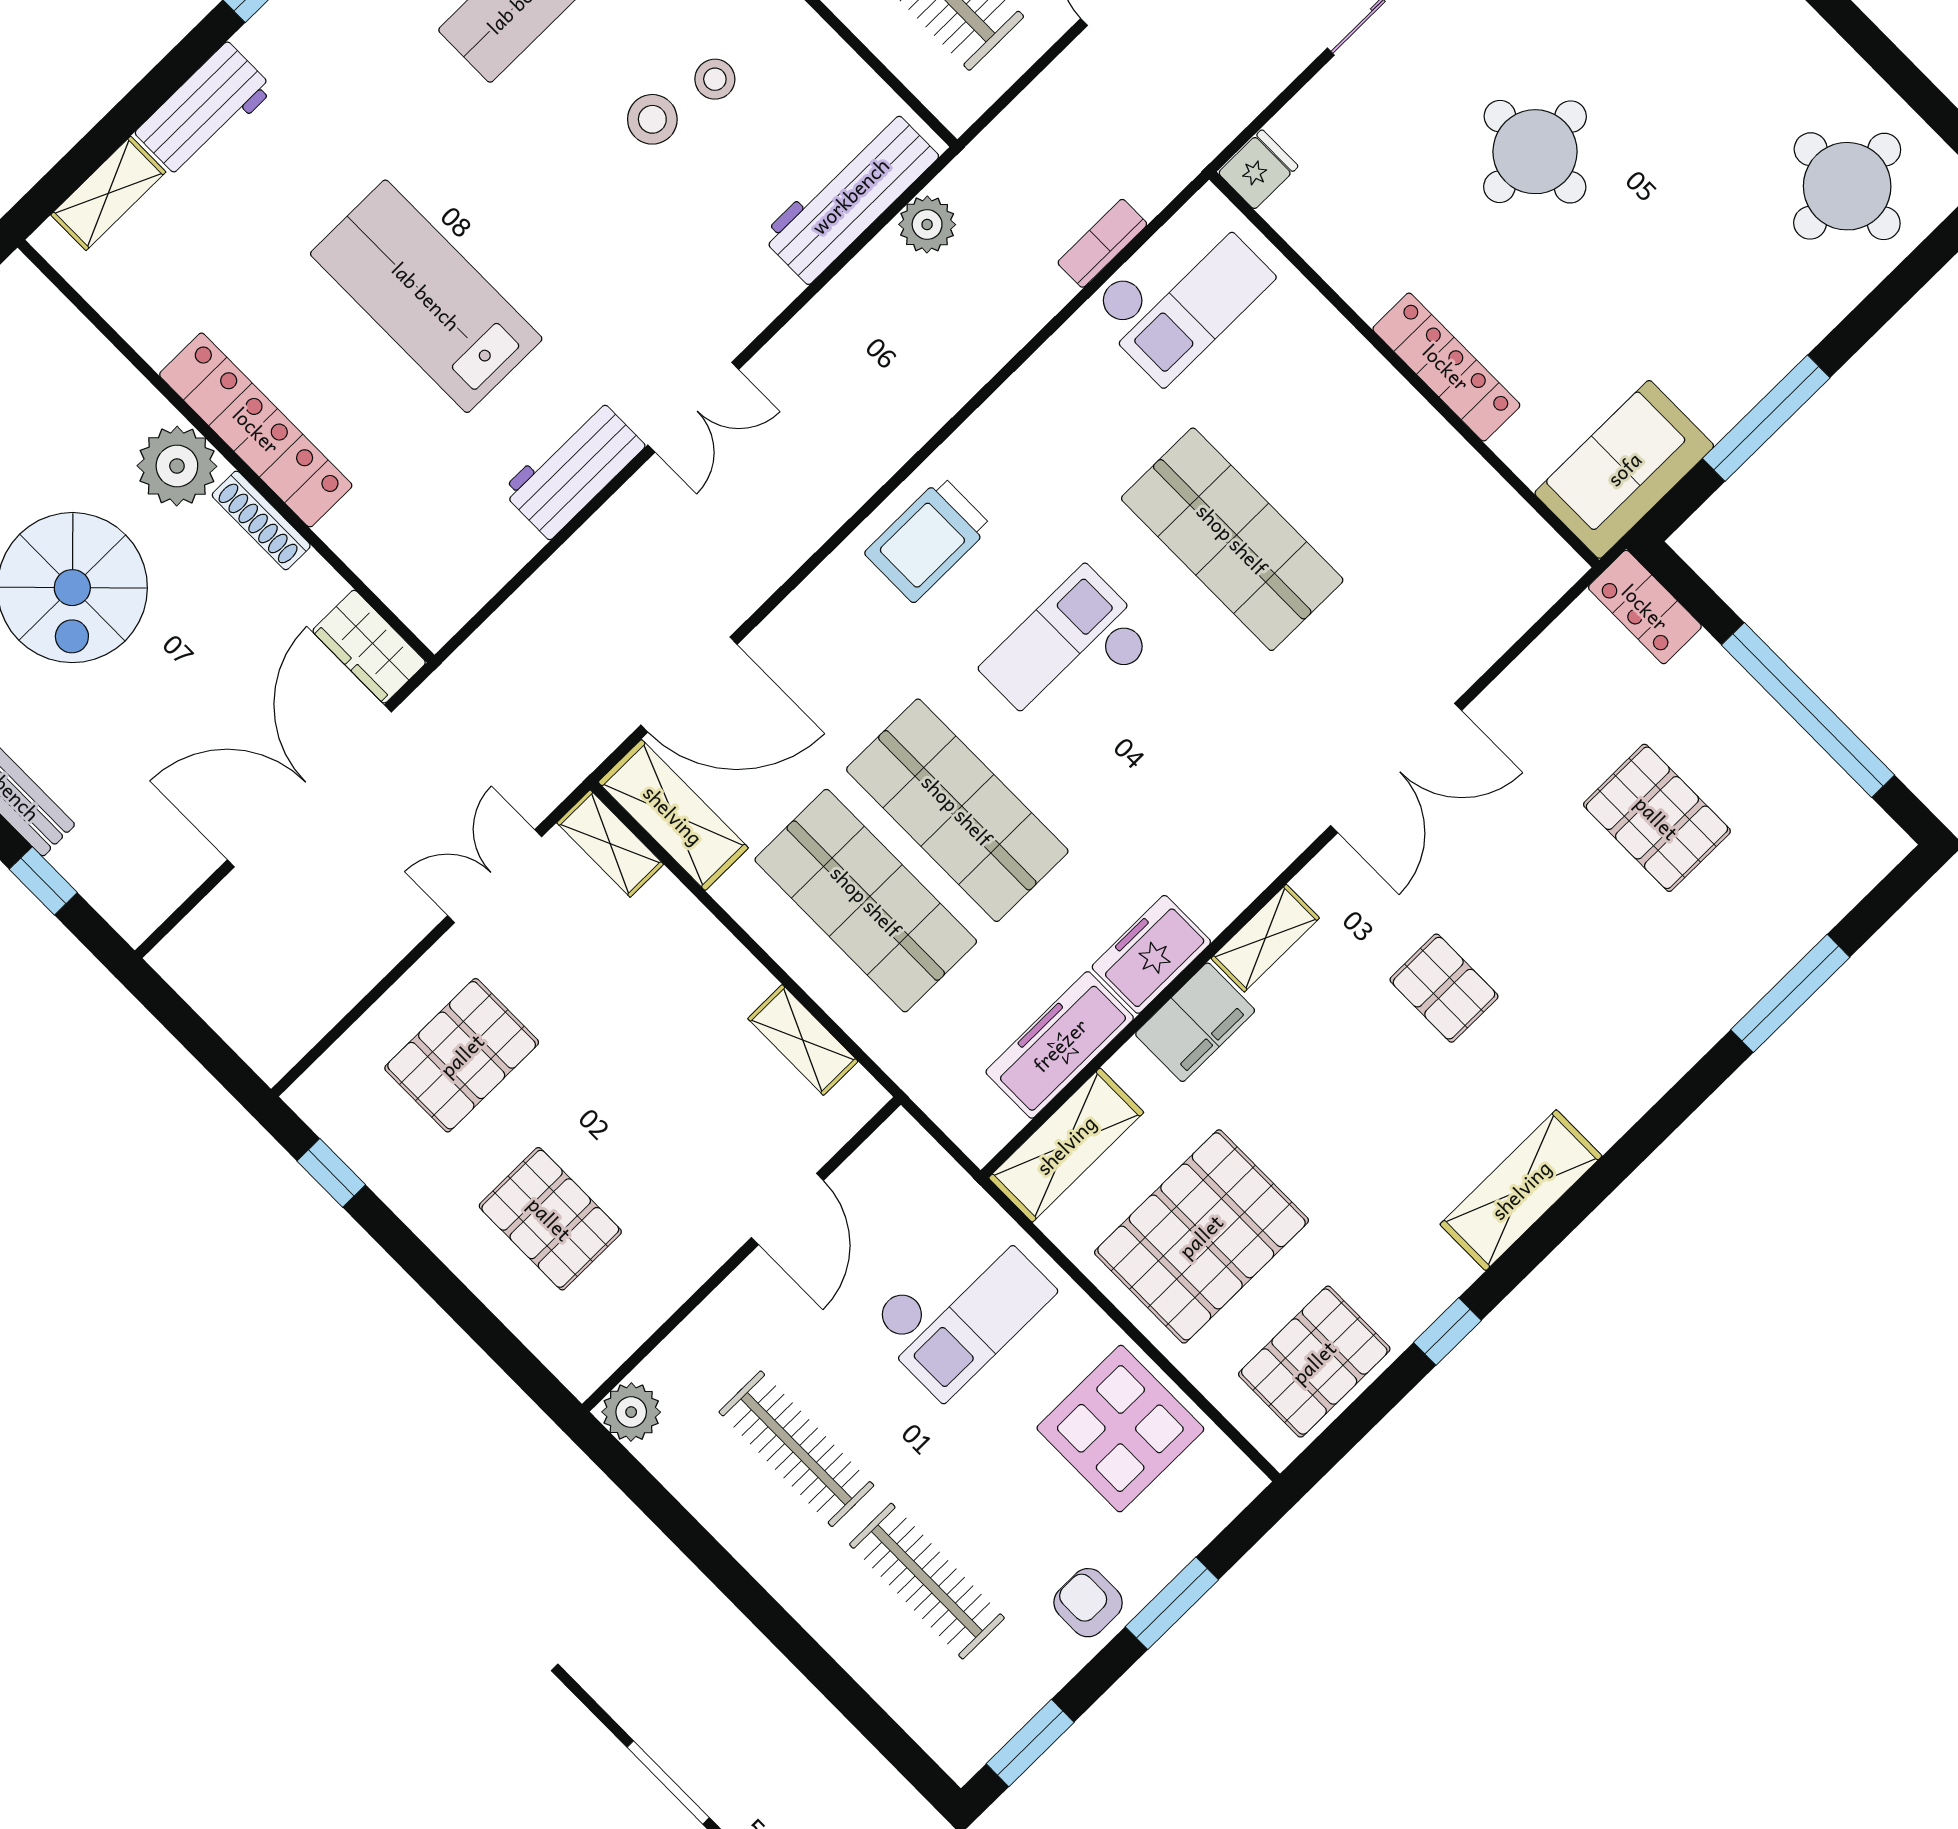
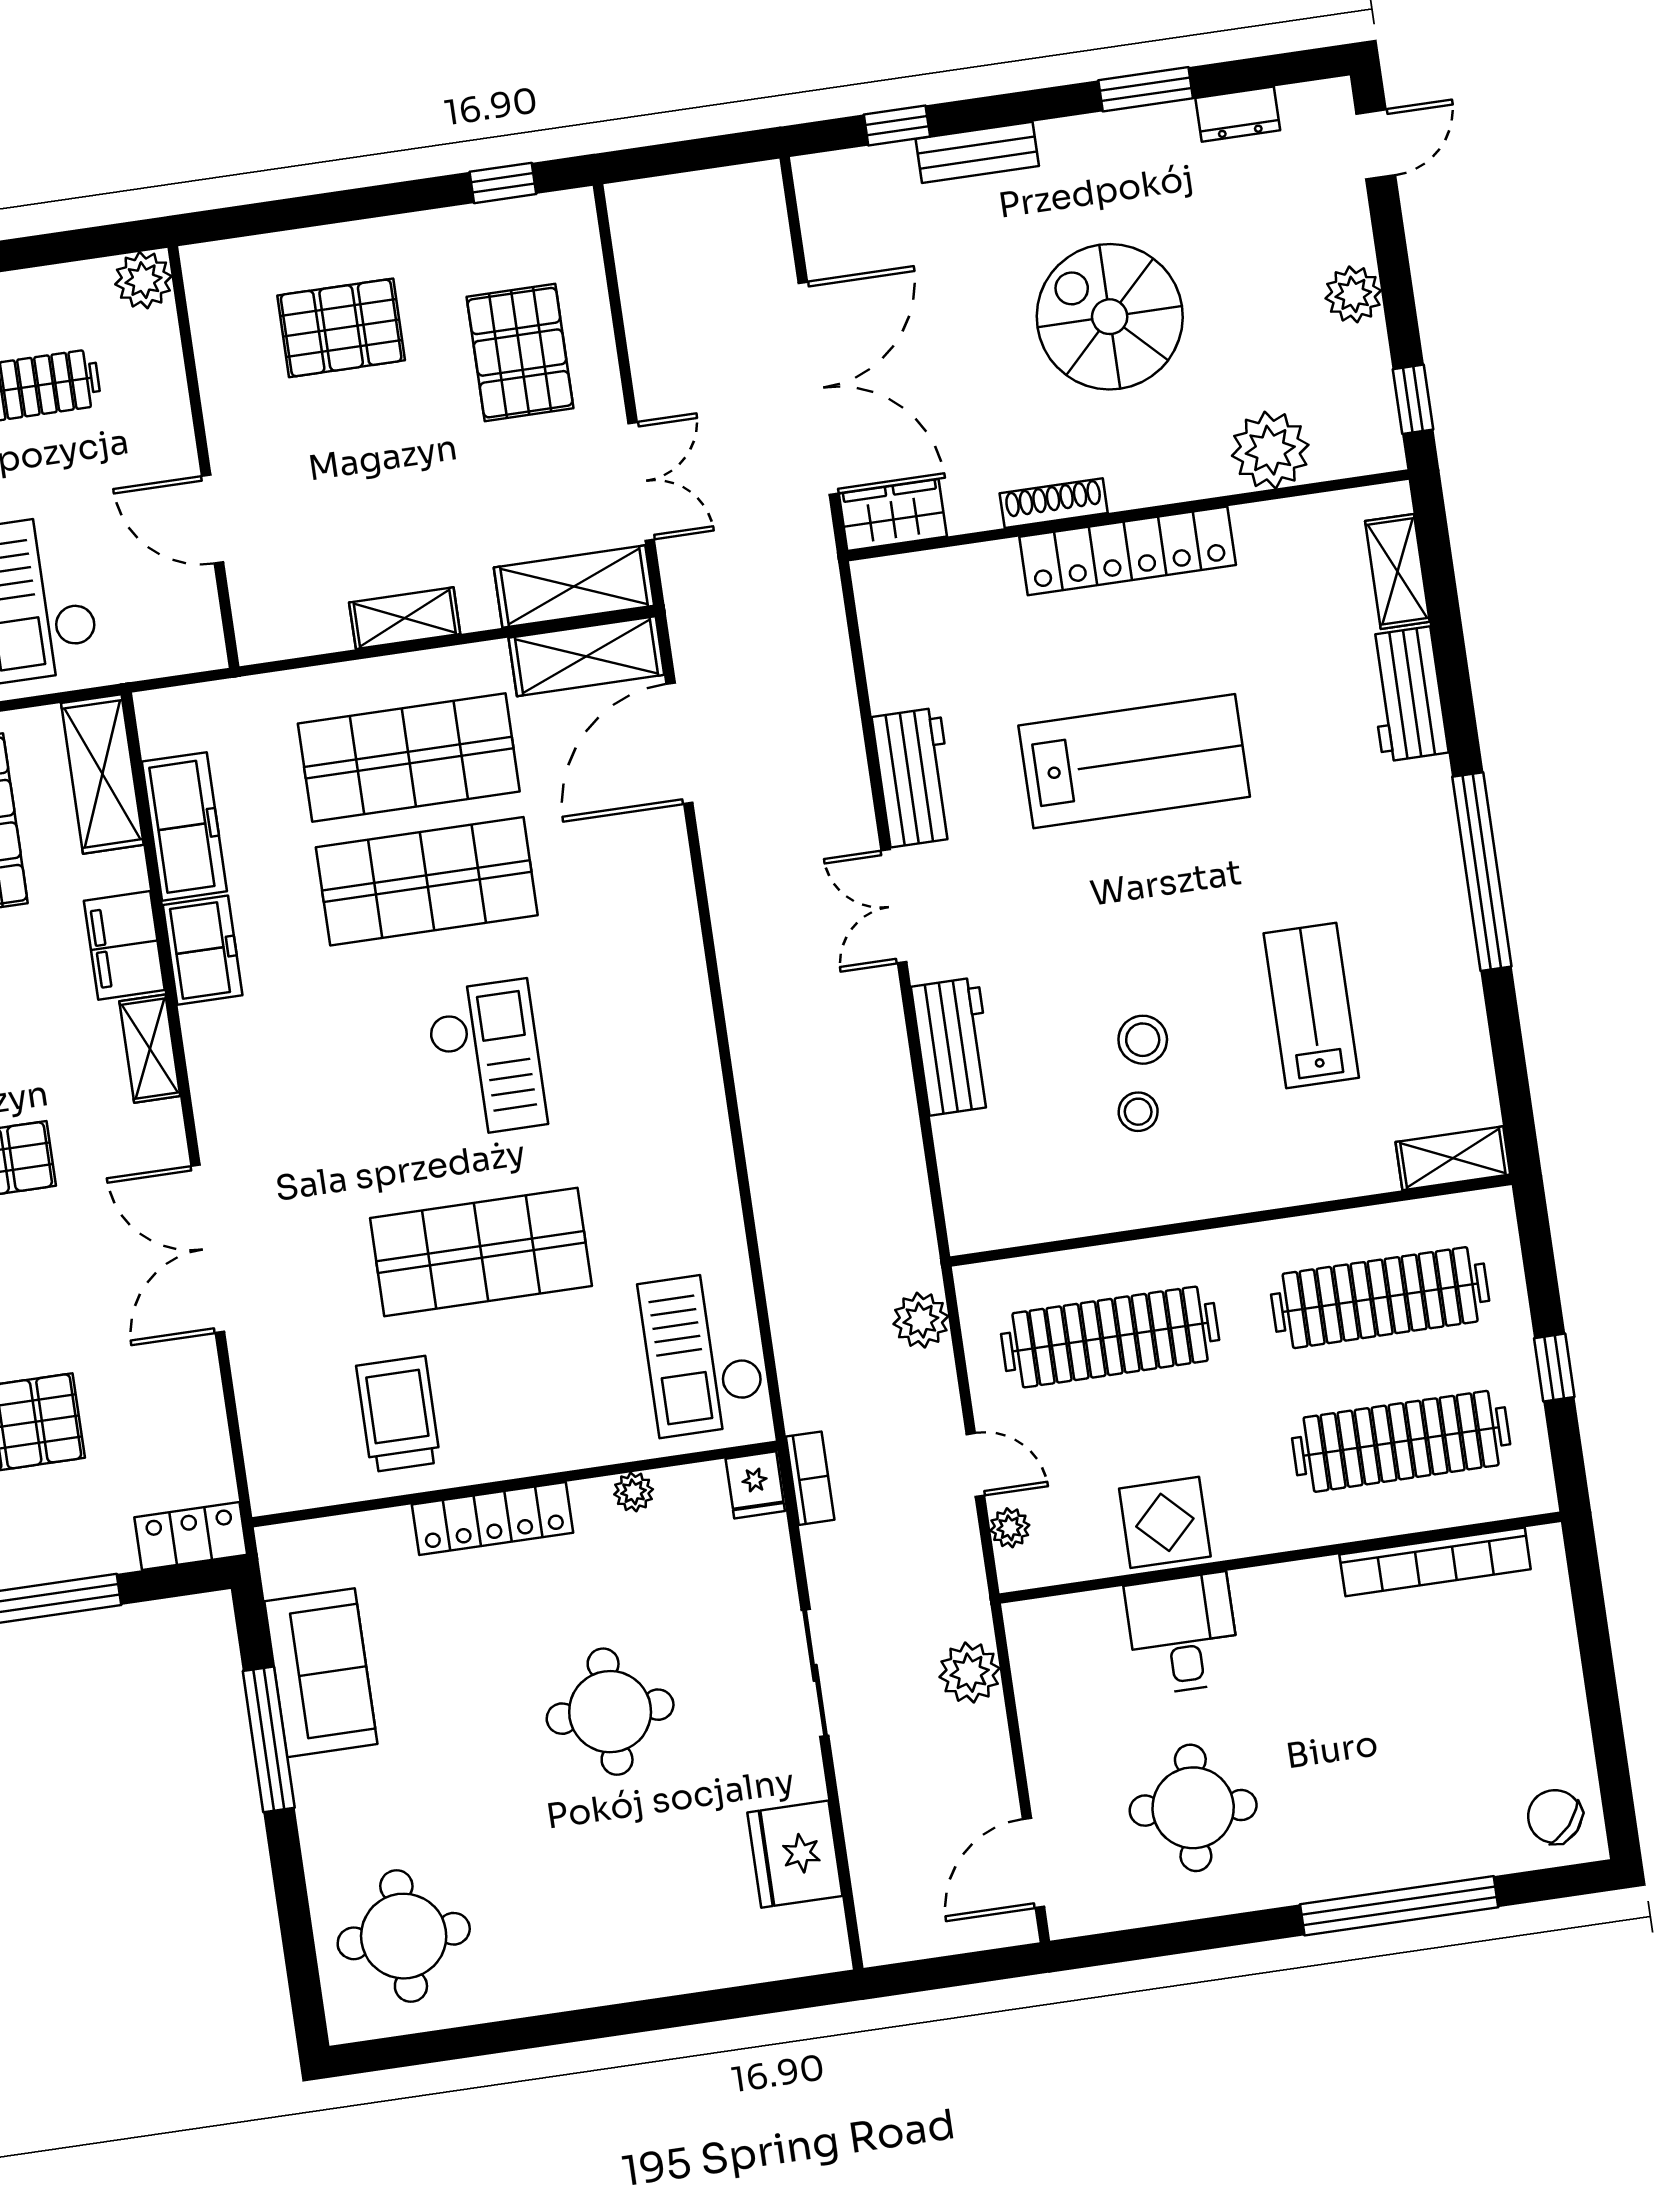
workbench: (850, 196) -> (954, 1046), moved, width x0.73
plant: (927, 224) -> (921, 1320), moved
bookcase: (1102, 243) -> (810, 1478), moved
plant: (1338, 266) -> (634, 1492), added
plant: (177, 466) -> (1270, 450), moved
sofa: (1624, 469) -> (321, 1673), moved
trolley: (928, 540) -> (398, 1414), moved
shelving: (610, 844) -> (574, 587), width x1.50, depth x1.33
shelving: (803, 1040) -> (405, 618), moved

